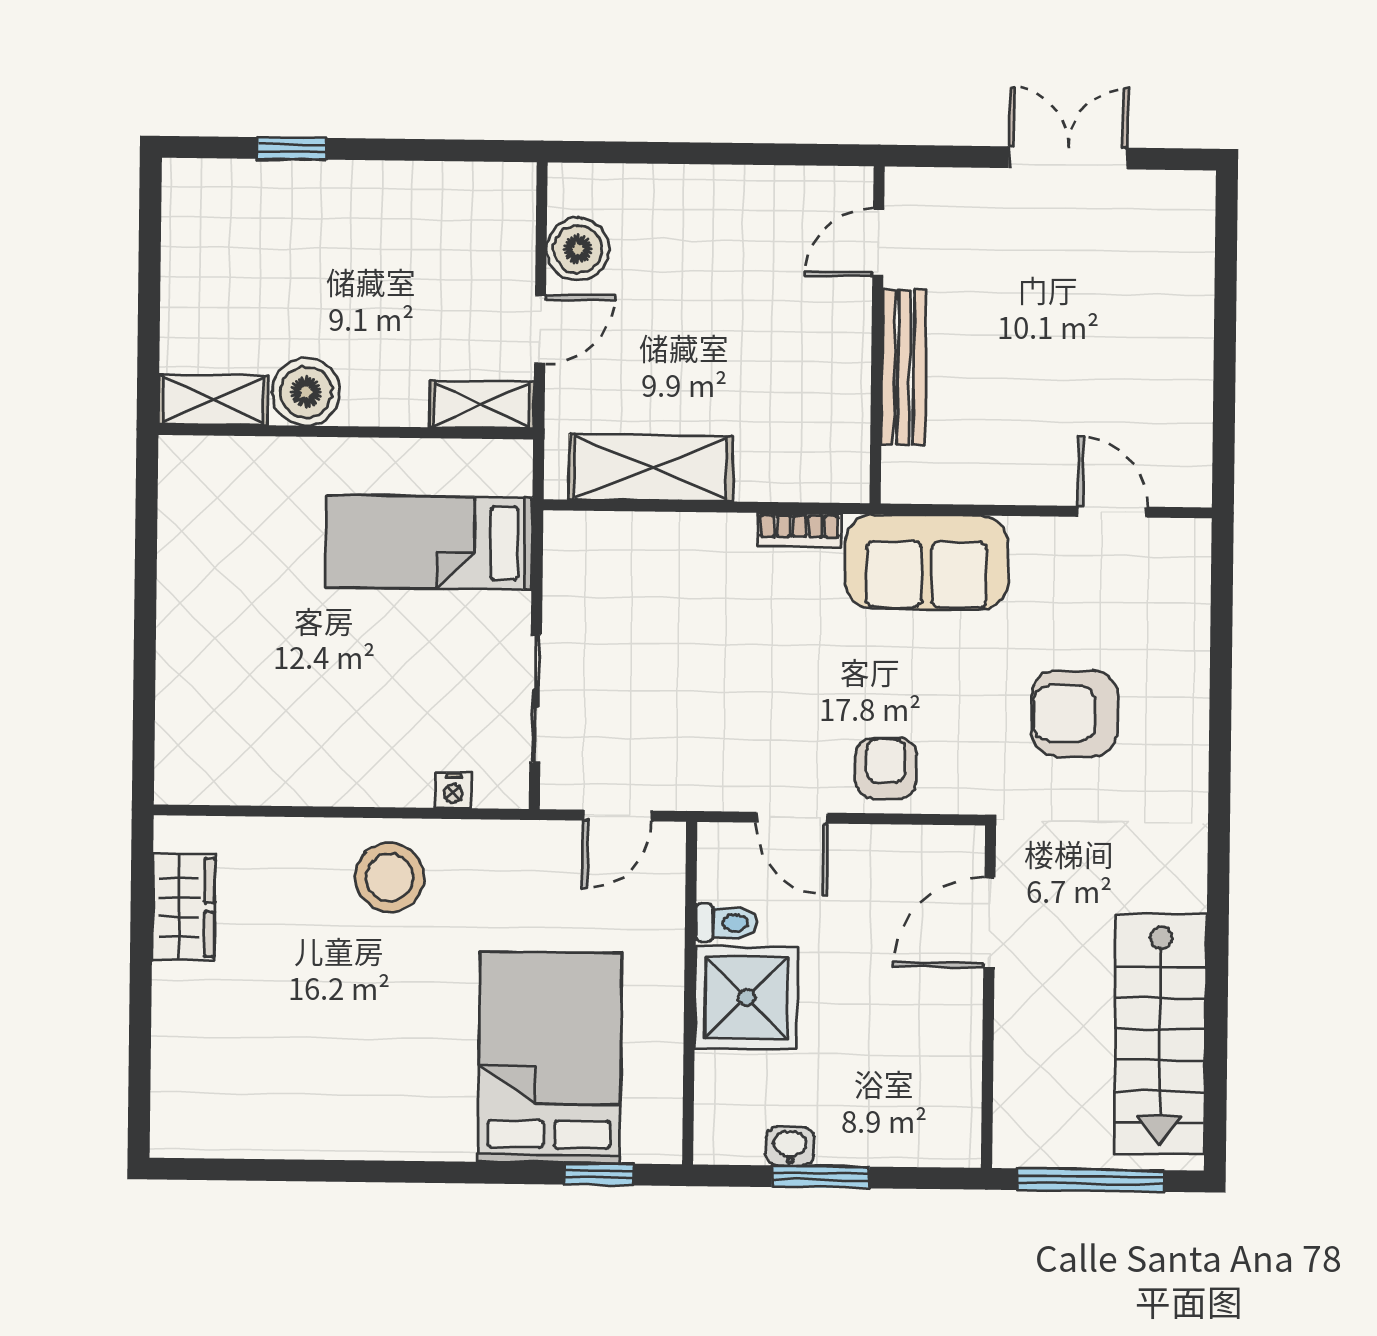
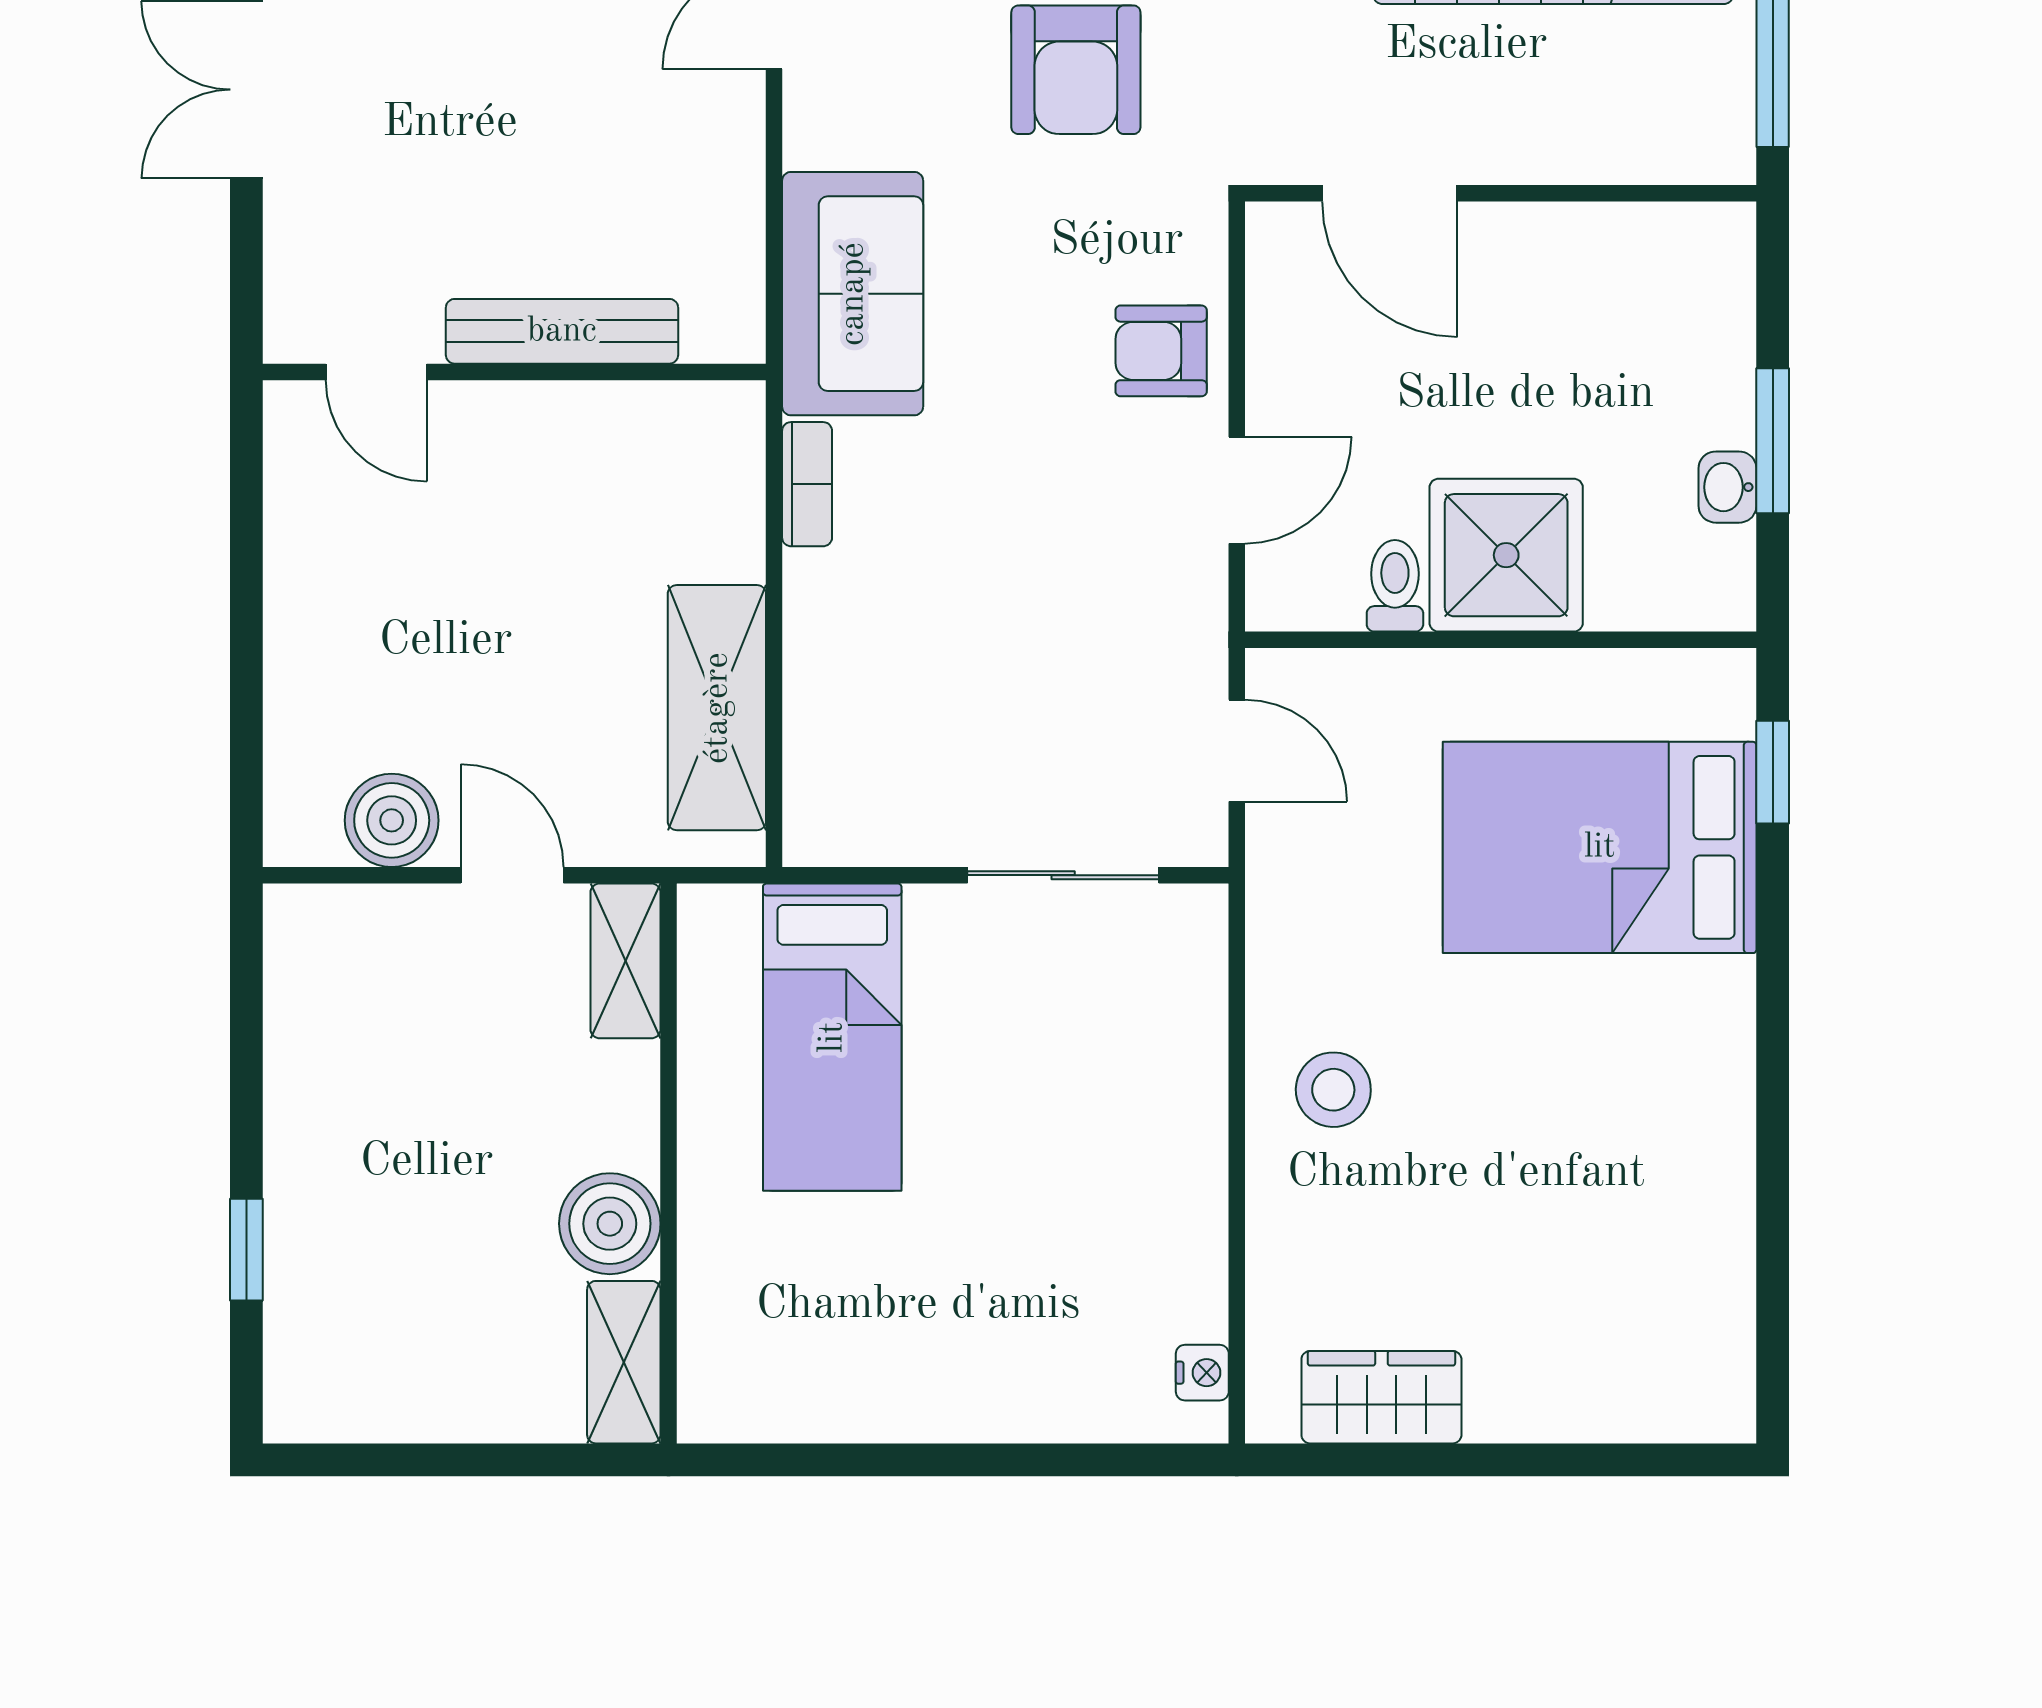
nightstand: (453, 790) -> (1202, 1373), moved
stool: (390, 877) -> (1333, 1090), width x0.73, depth x0.73

